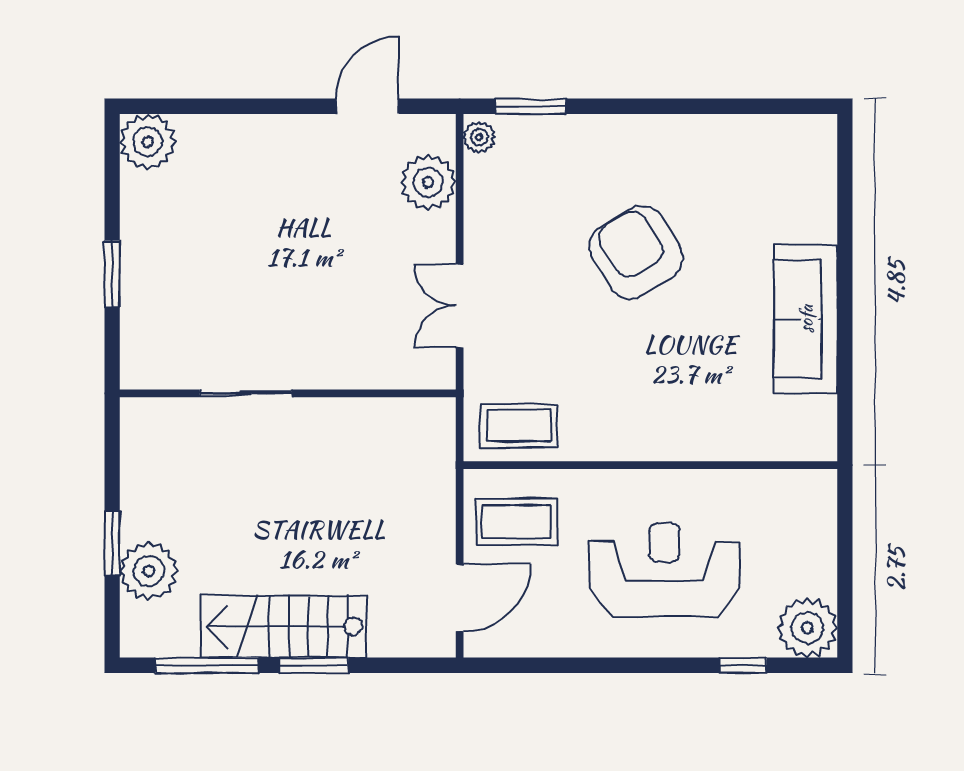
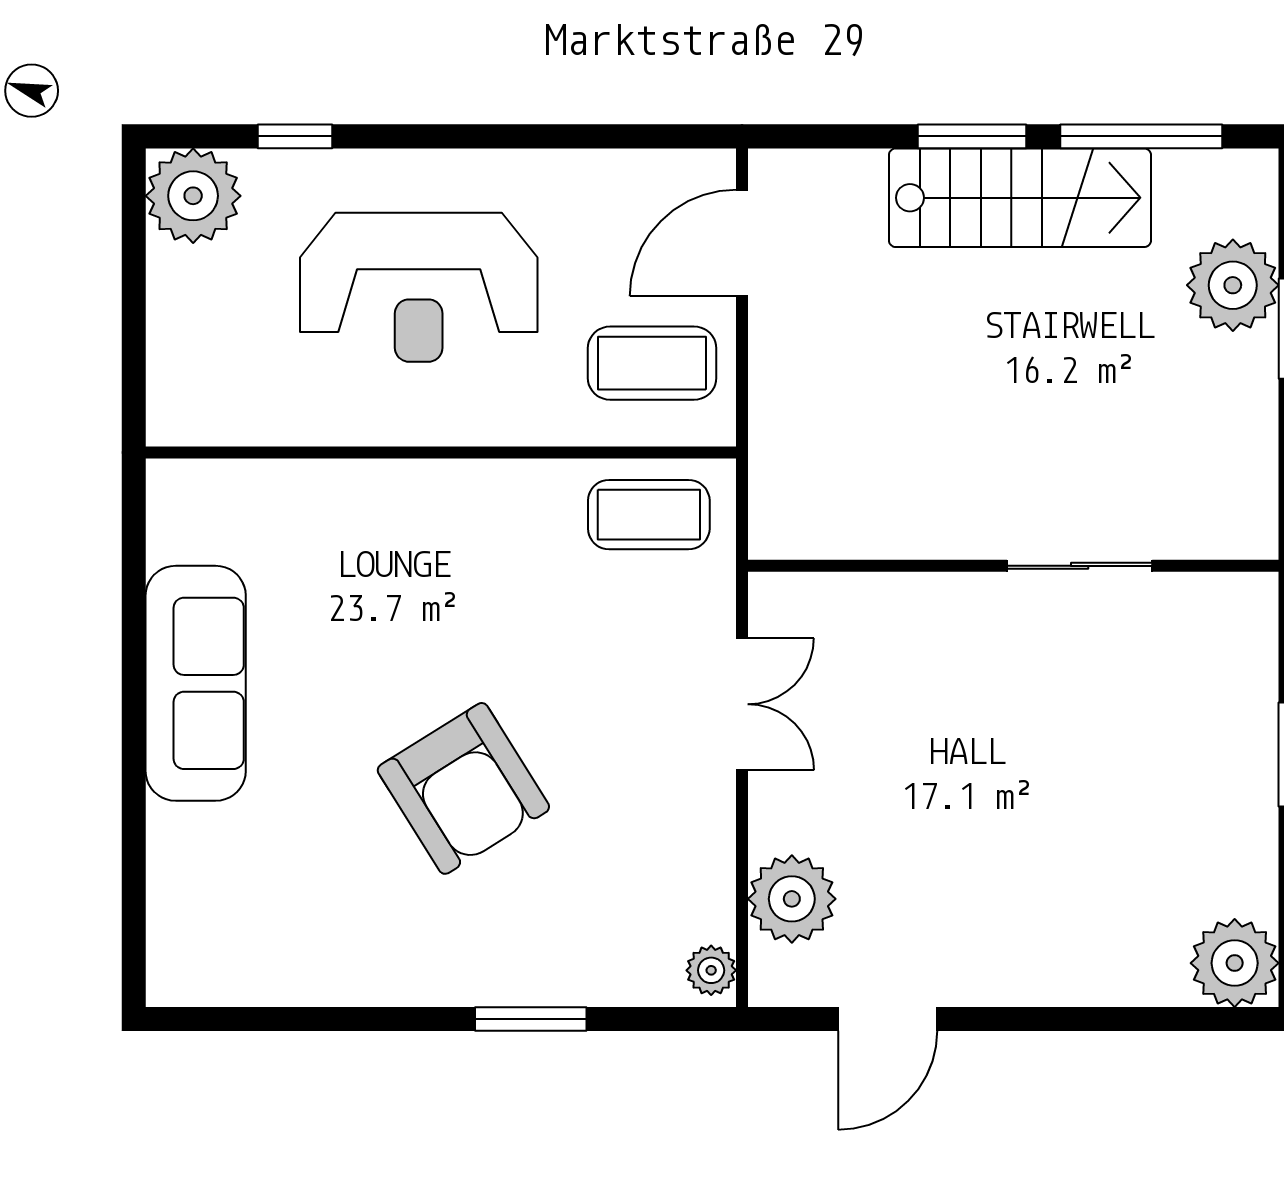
window: (531, 106) -> (531, 1019), moved

